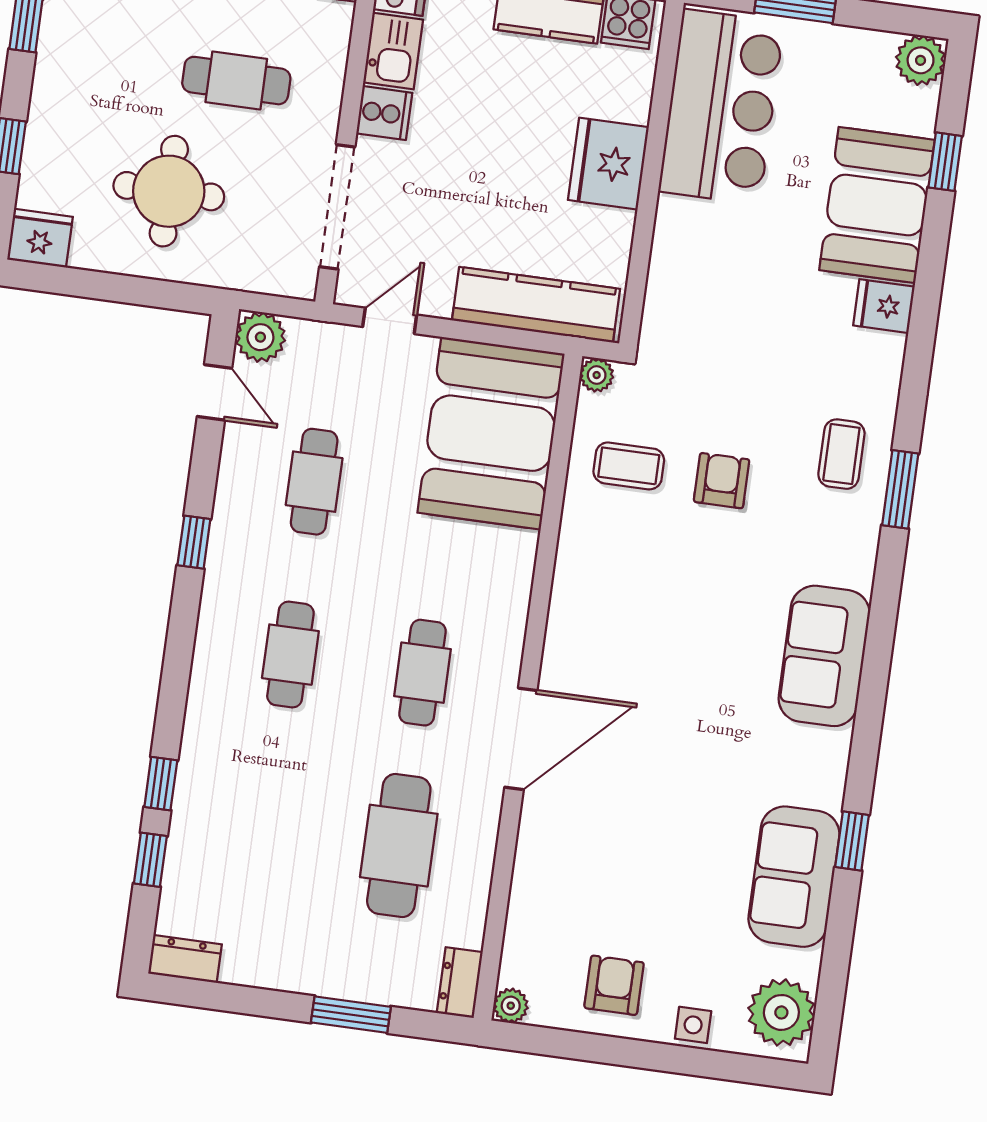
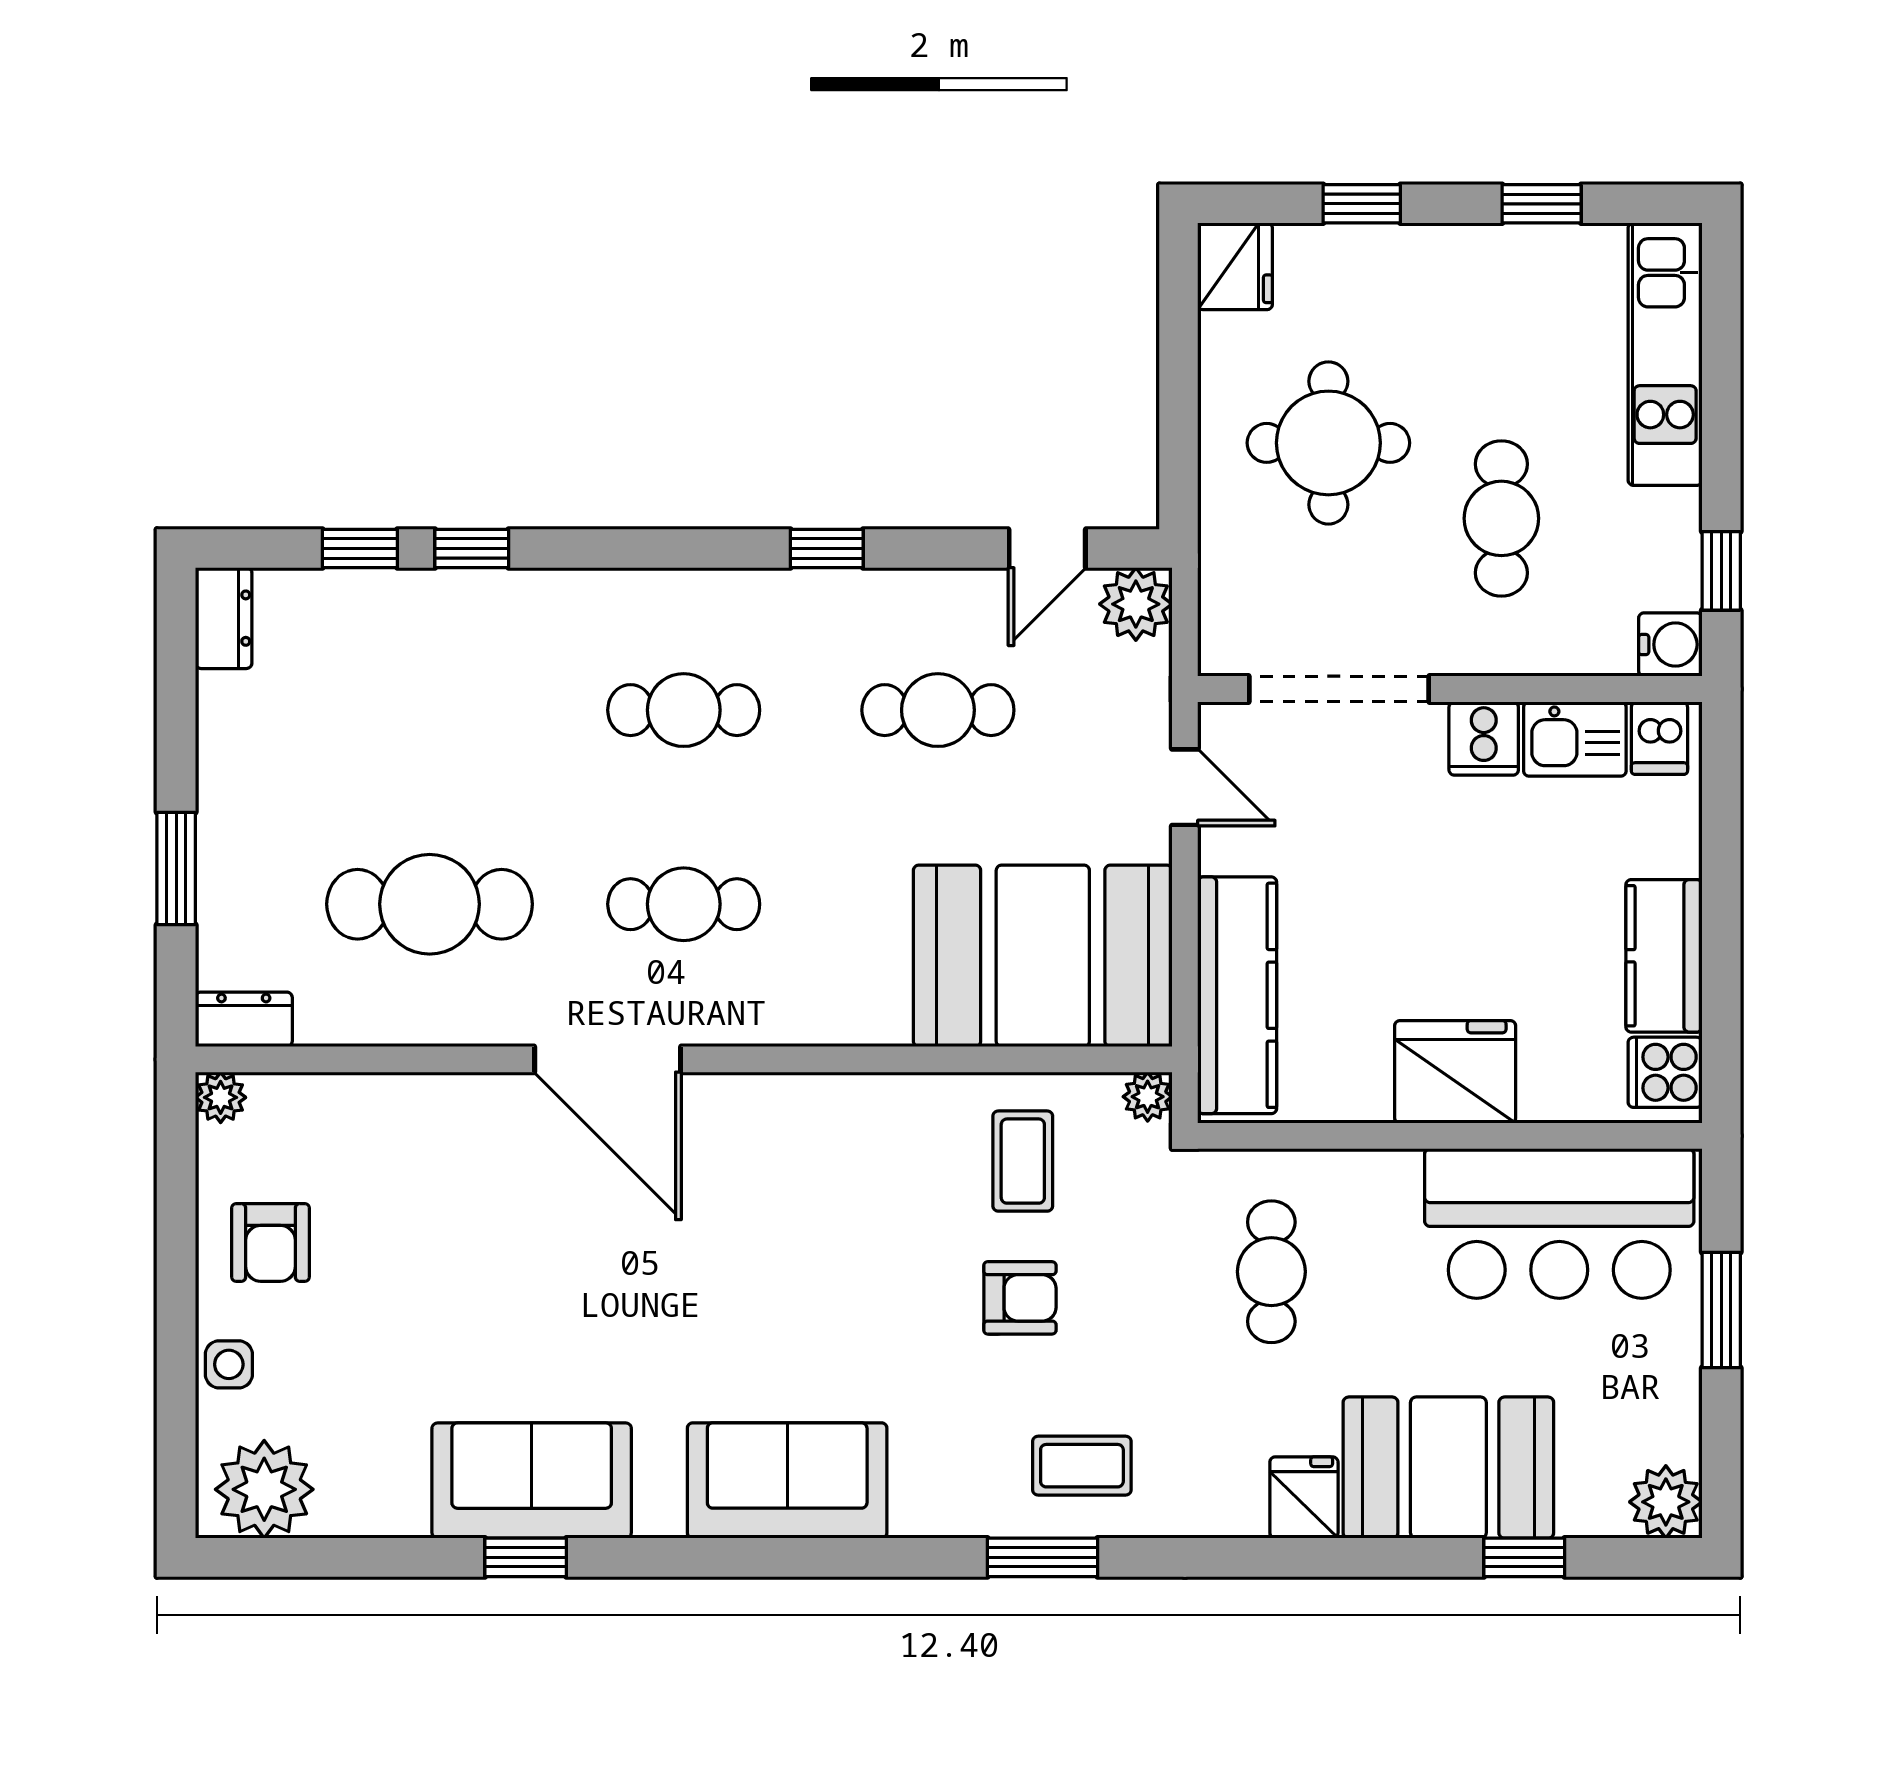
cafe table: (727, 307) -> (1271, 1272), added
sofa: (794, 877) -> (532, 1481), moved
armchair: (614, 985) -> (271, 1242), turned 90

